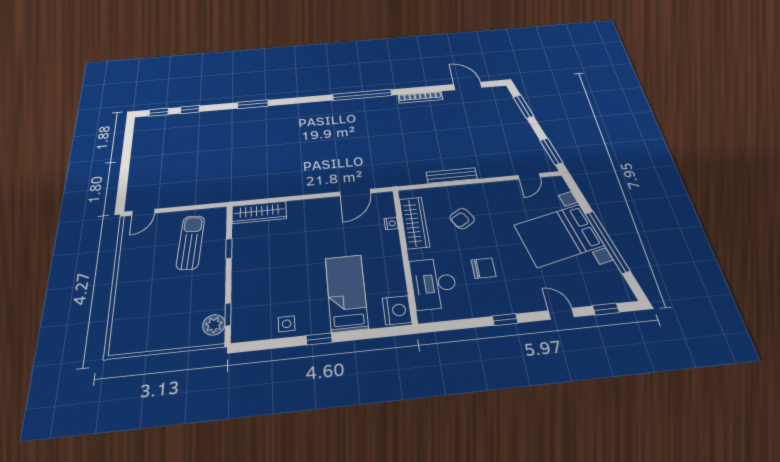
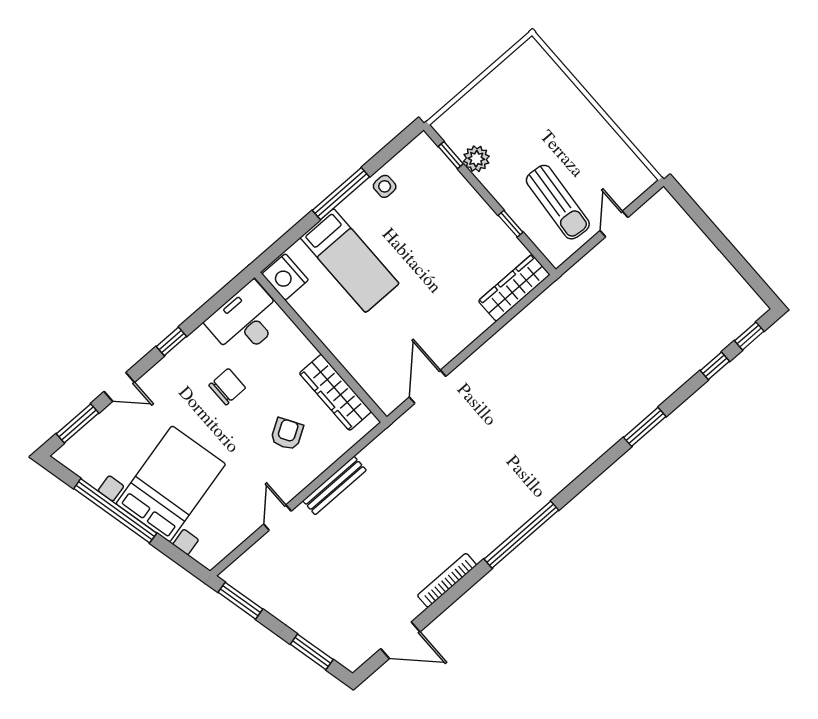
door: (529, 176) -> (277, 518), moved
door: (143, 212) -> (614, 224), moved
nightstand: (391, 224) -> (360, 374), removed
chair: (483, 268) -> (227, 387), turned 180
desk: (434, 284) -> (246, 320), moved, turned -90
window: (606, 309) -> (77, 423), width x1.50
plant: (214, 325) -> (476, 159), moved
window: (319, 339) -> (341, 194), width x2.17

